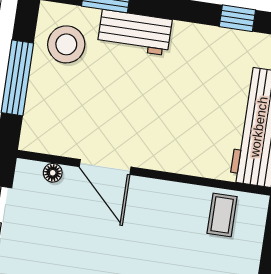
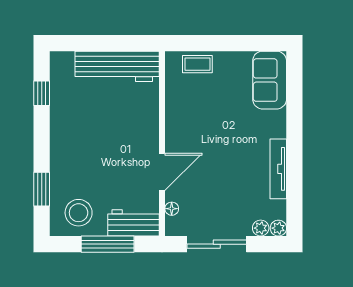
workbench: (135, 32) -> (133, 223), moved, turned -90
coffee table: (222, 215) -> (197, 64), moved

